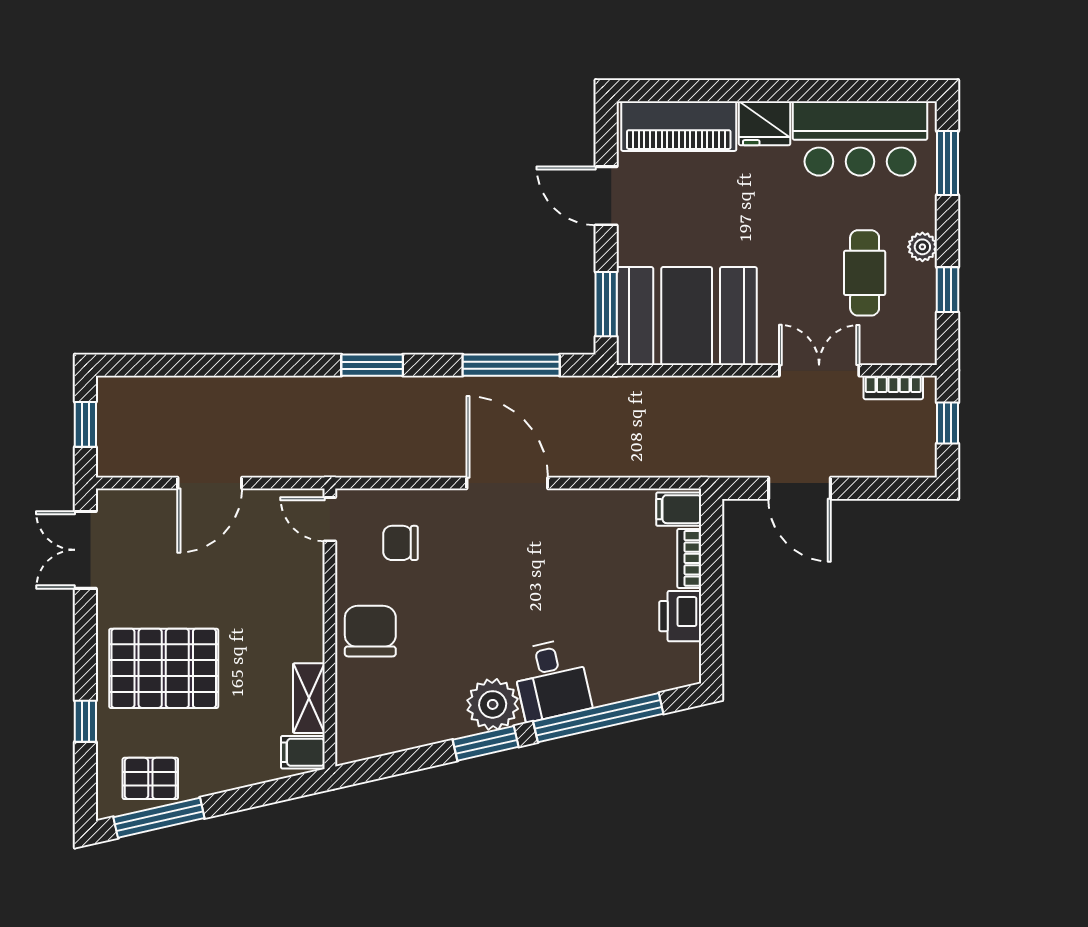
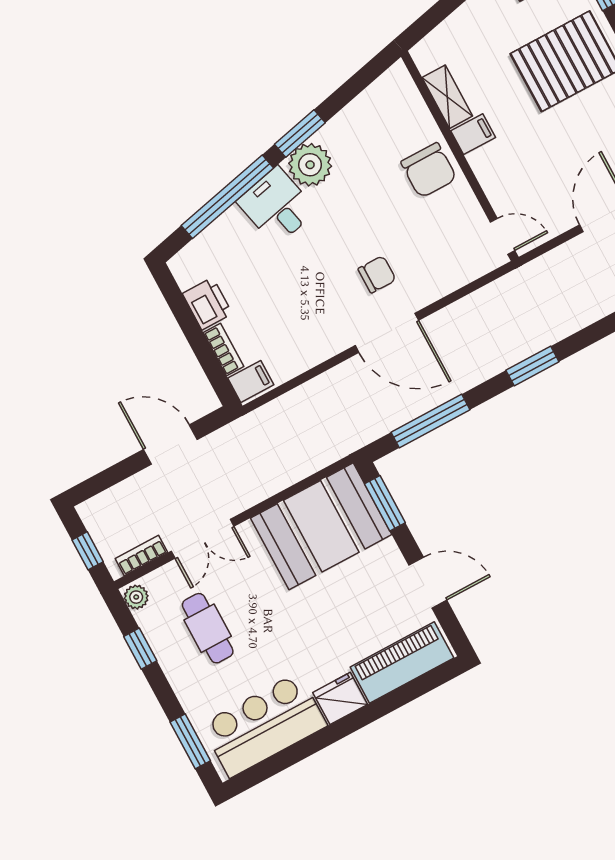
plant: (922, 247) -> (136, 597), moved
chair: (401, 543) -> (377, 274), moved
filing cabinet: (303, 752) -> (473, 134), moved

